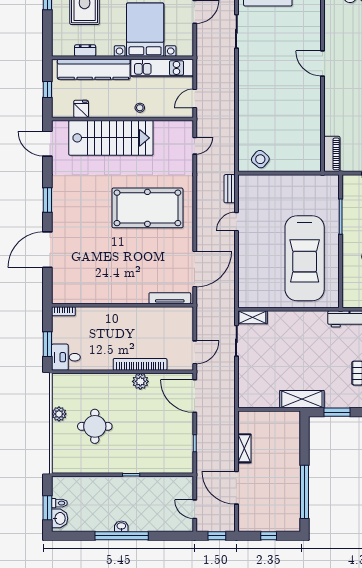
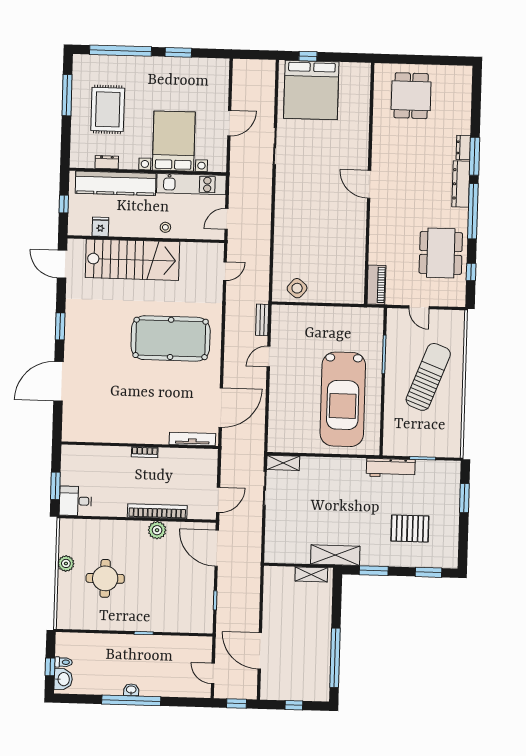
bookcase: (63, 311) -> (145, 452), moved
shelving: (244, 448) -> (311, 574), moved, turned 90
window: (47, 508) -> (50, 667), width x0.67

